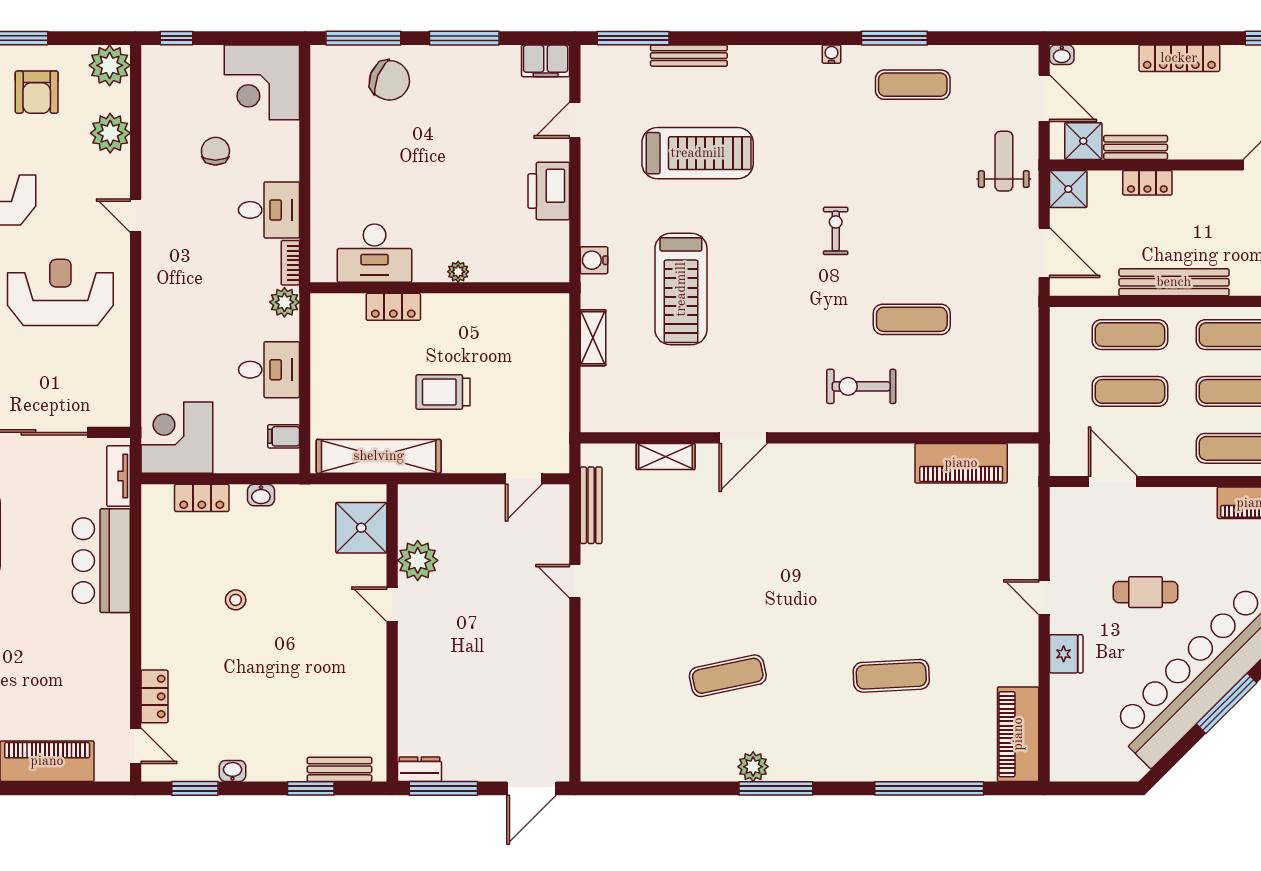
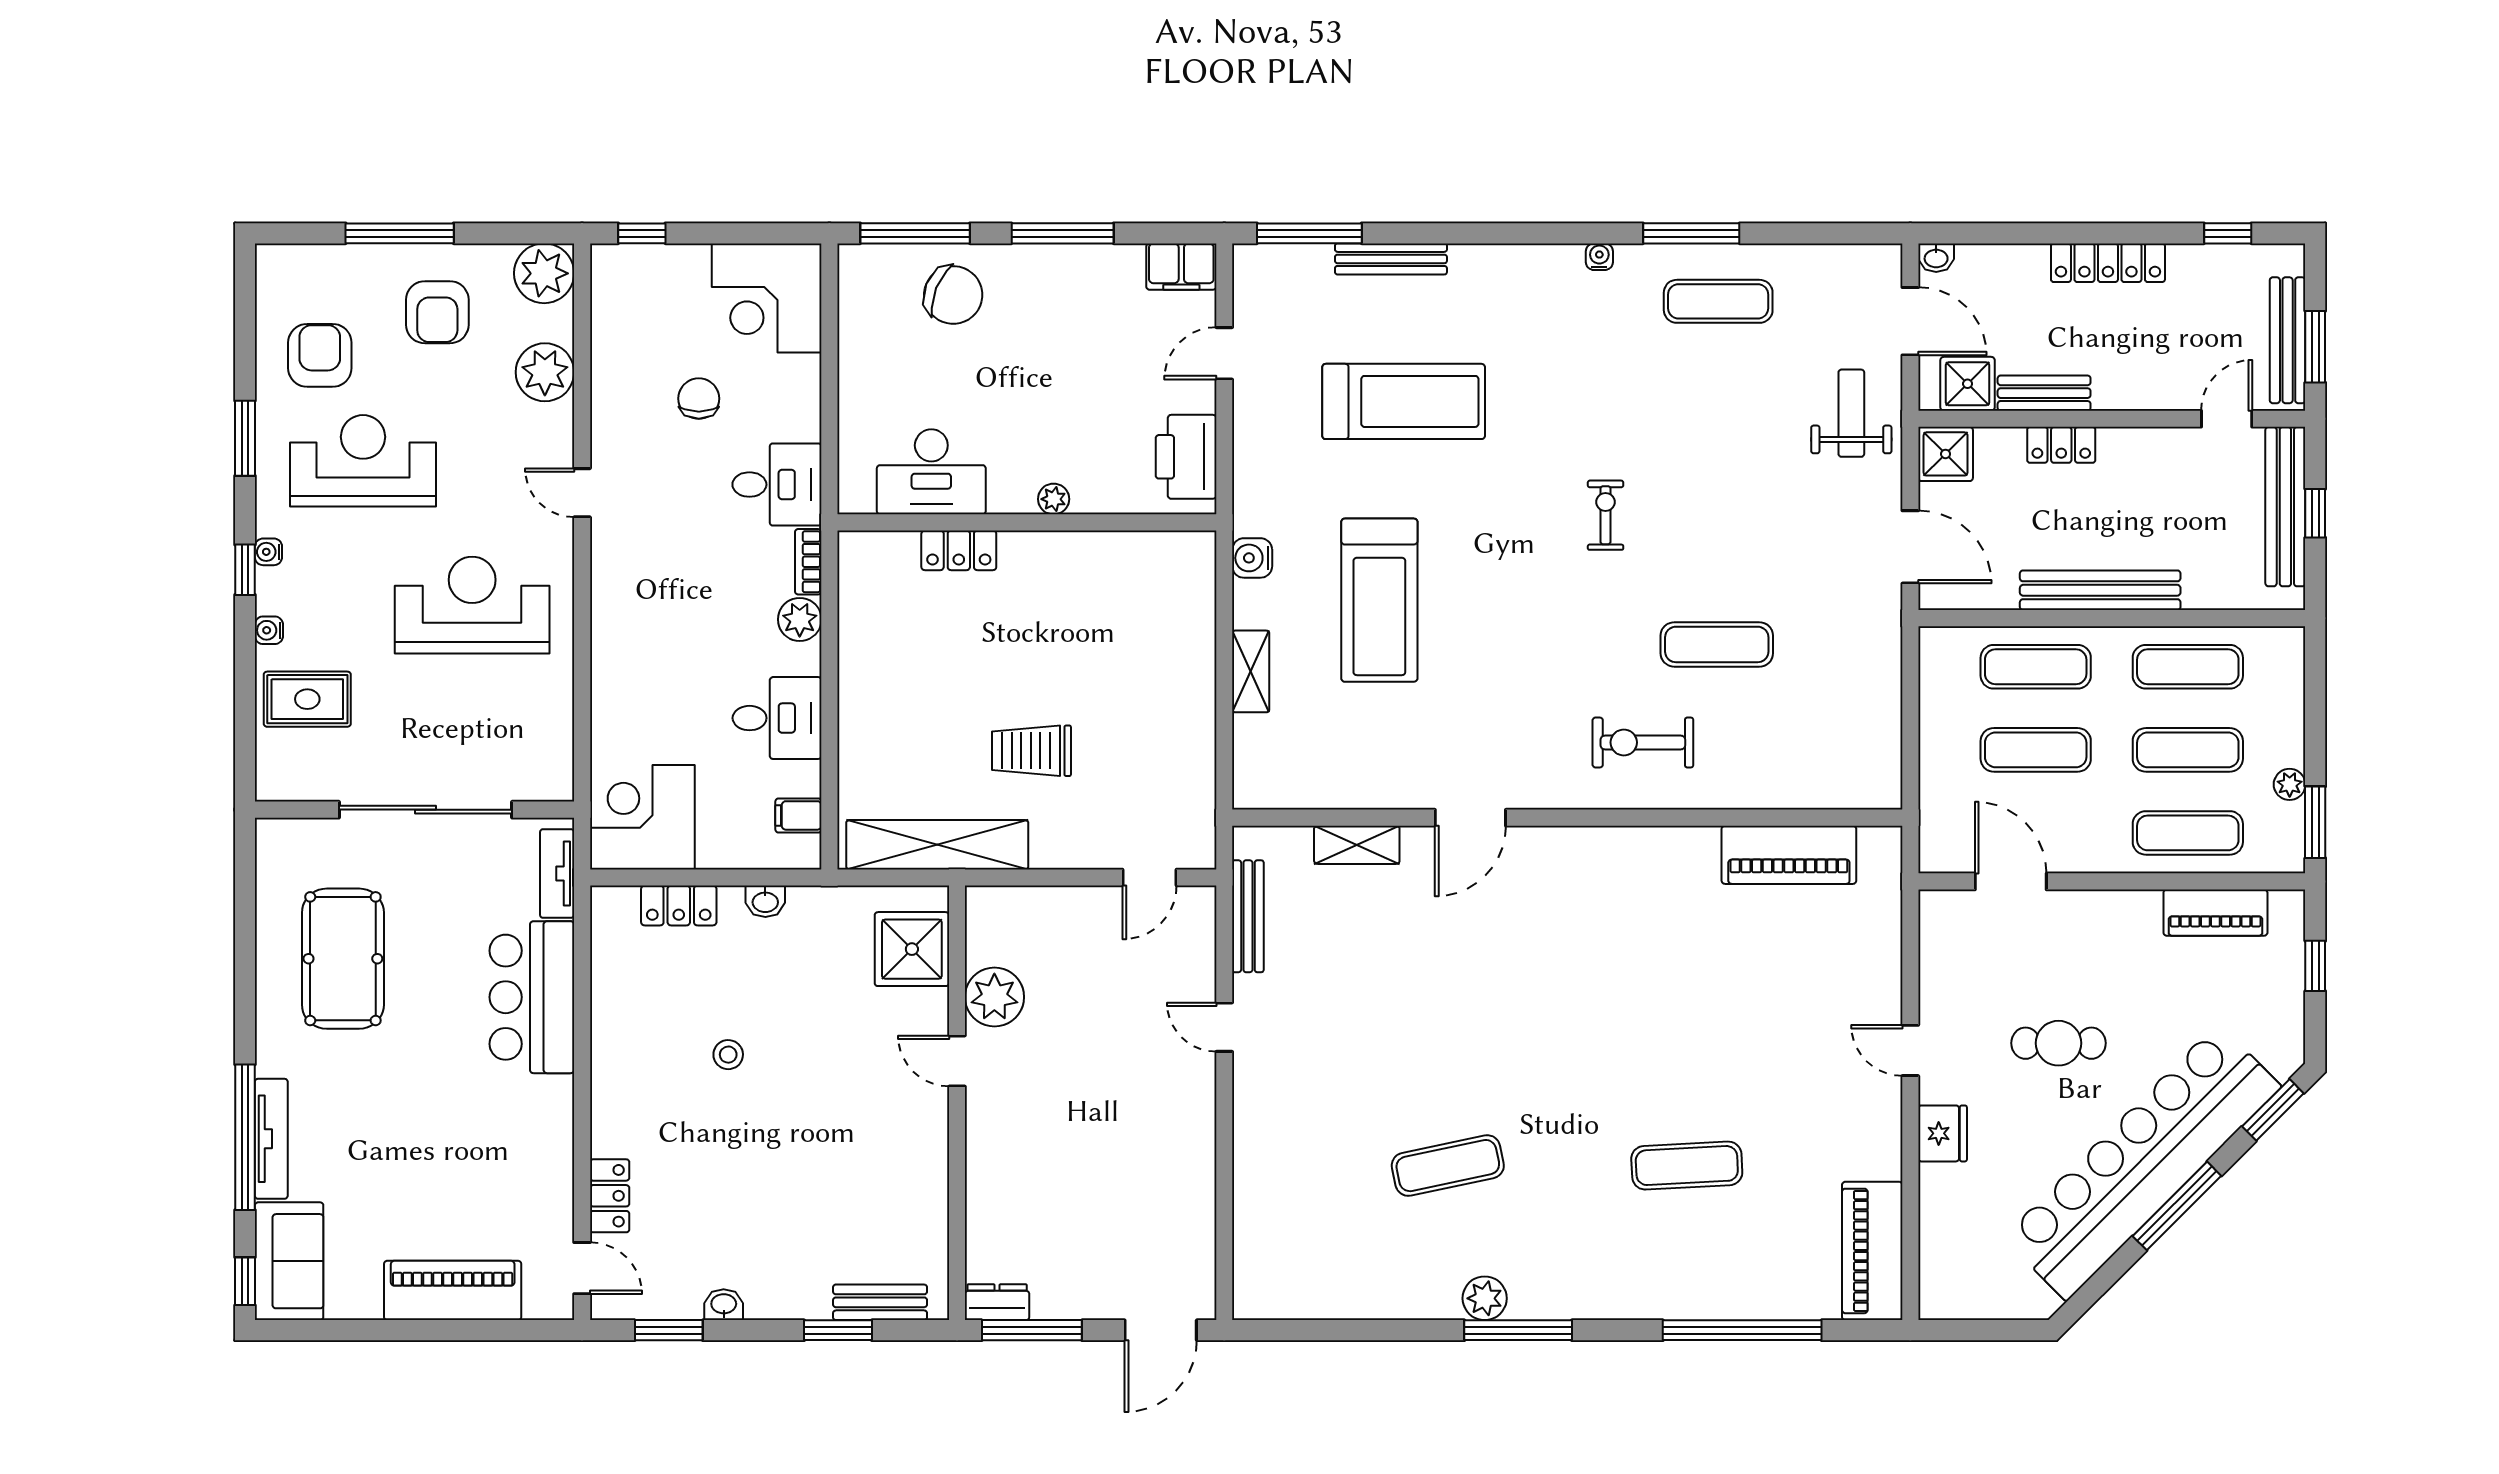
desk: (375, 253) -> (931, 472), moved
plant: (458, 272) -> (1054, 499), moved
wall: (440, 288) -> (1027, 522), moved
locker: (393, 307) -> (959, 550), moved

